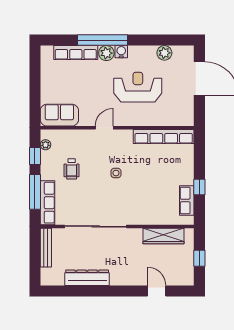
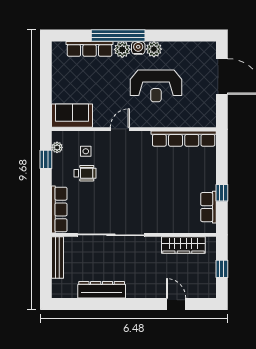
plant: (164, 53) -> (154, 49), moved
reception desk: (138, 87) -> (156, 86), turned 180
wheelchair: (72, 169) -> (85, 173), turned -90
side table: (116, 173) -> (86, 151), moved
window: (35, 192) -> (46, 198), removed

